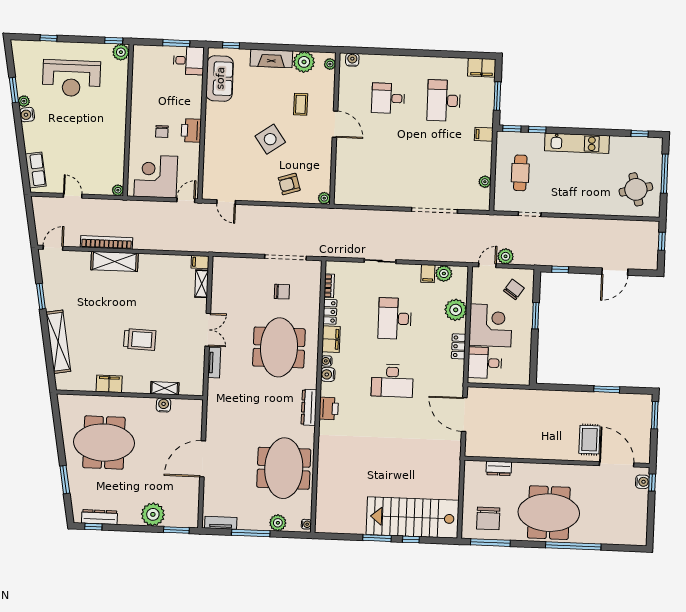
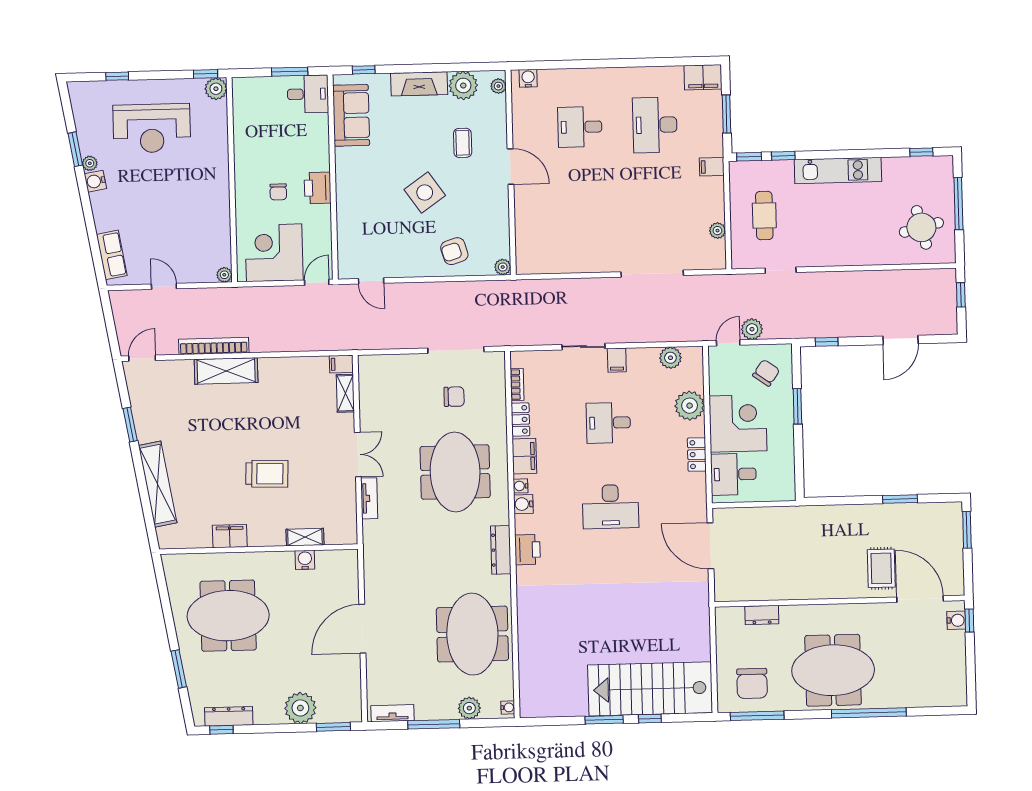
filing cabinet: (428, 274) -> (617, 360), moved
desk: (395, 319) -> (608, 423), width x0.73

